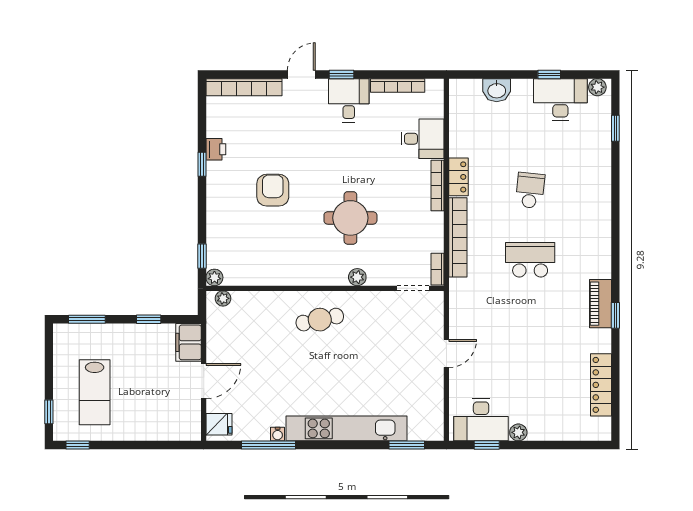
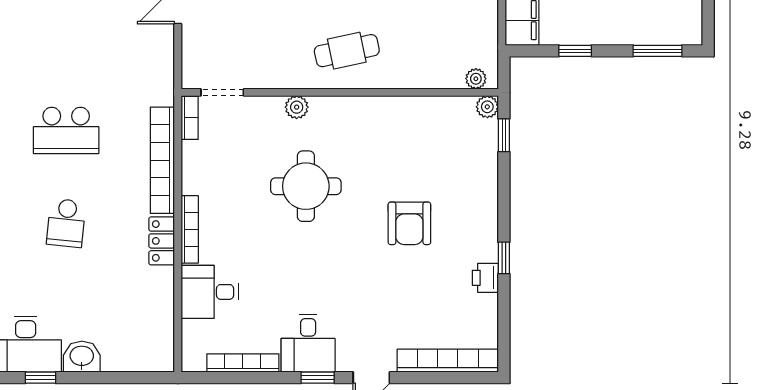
washbasin: (497, 90) -> (82, 357), moved

